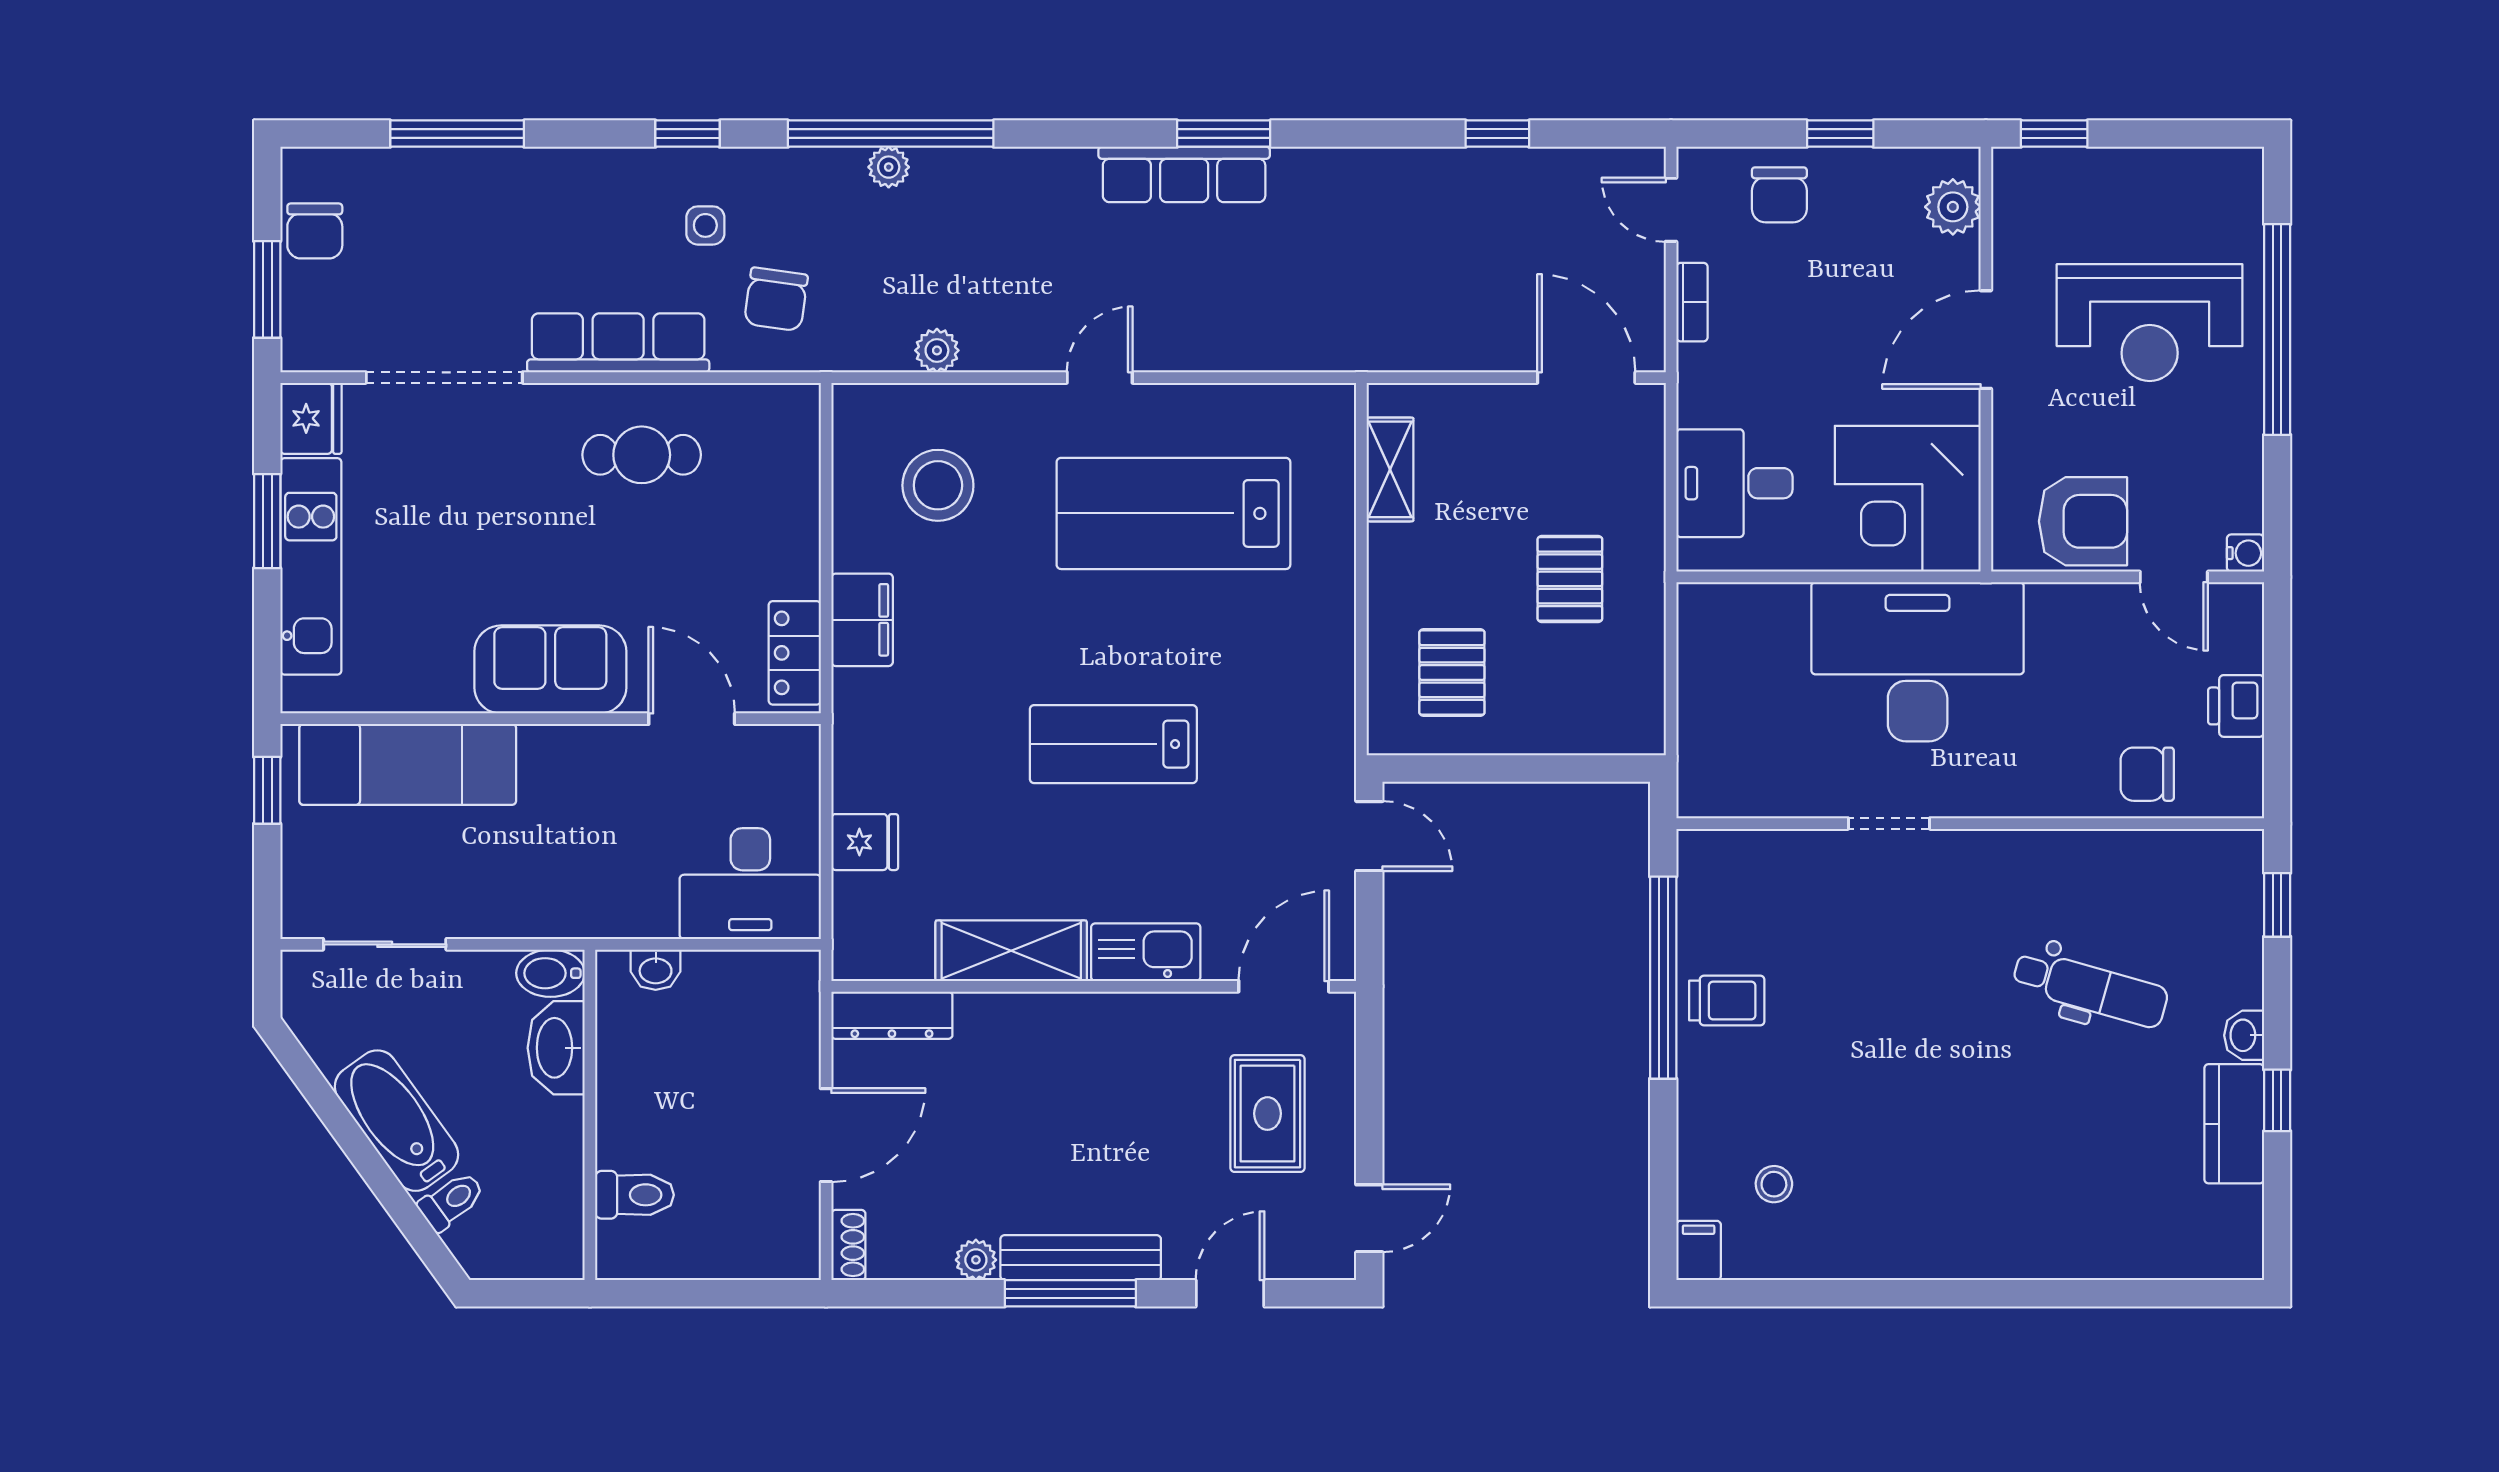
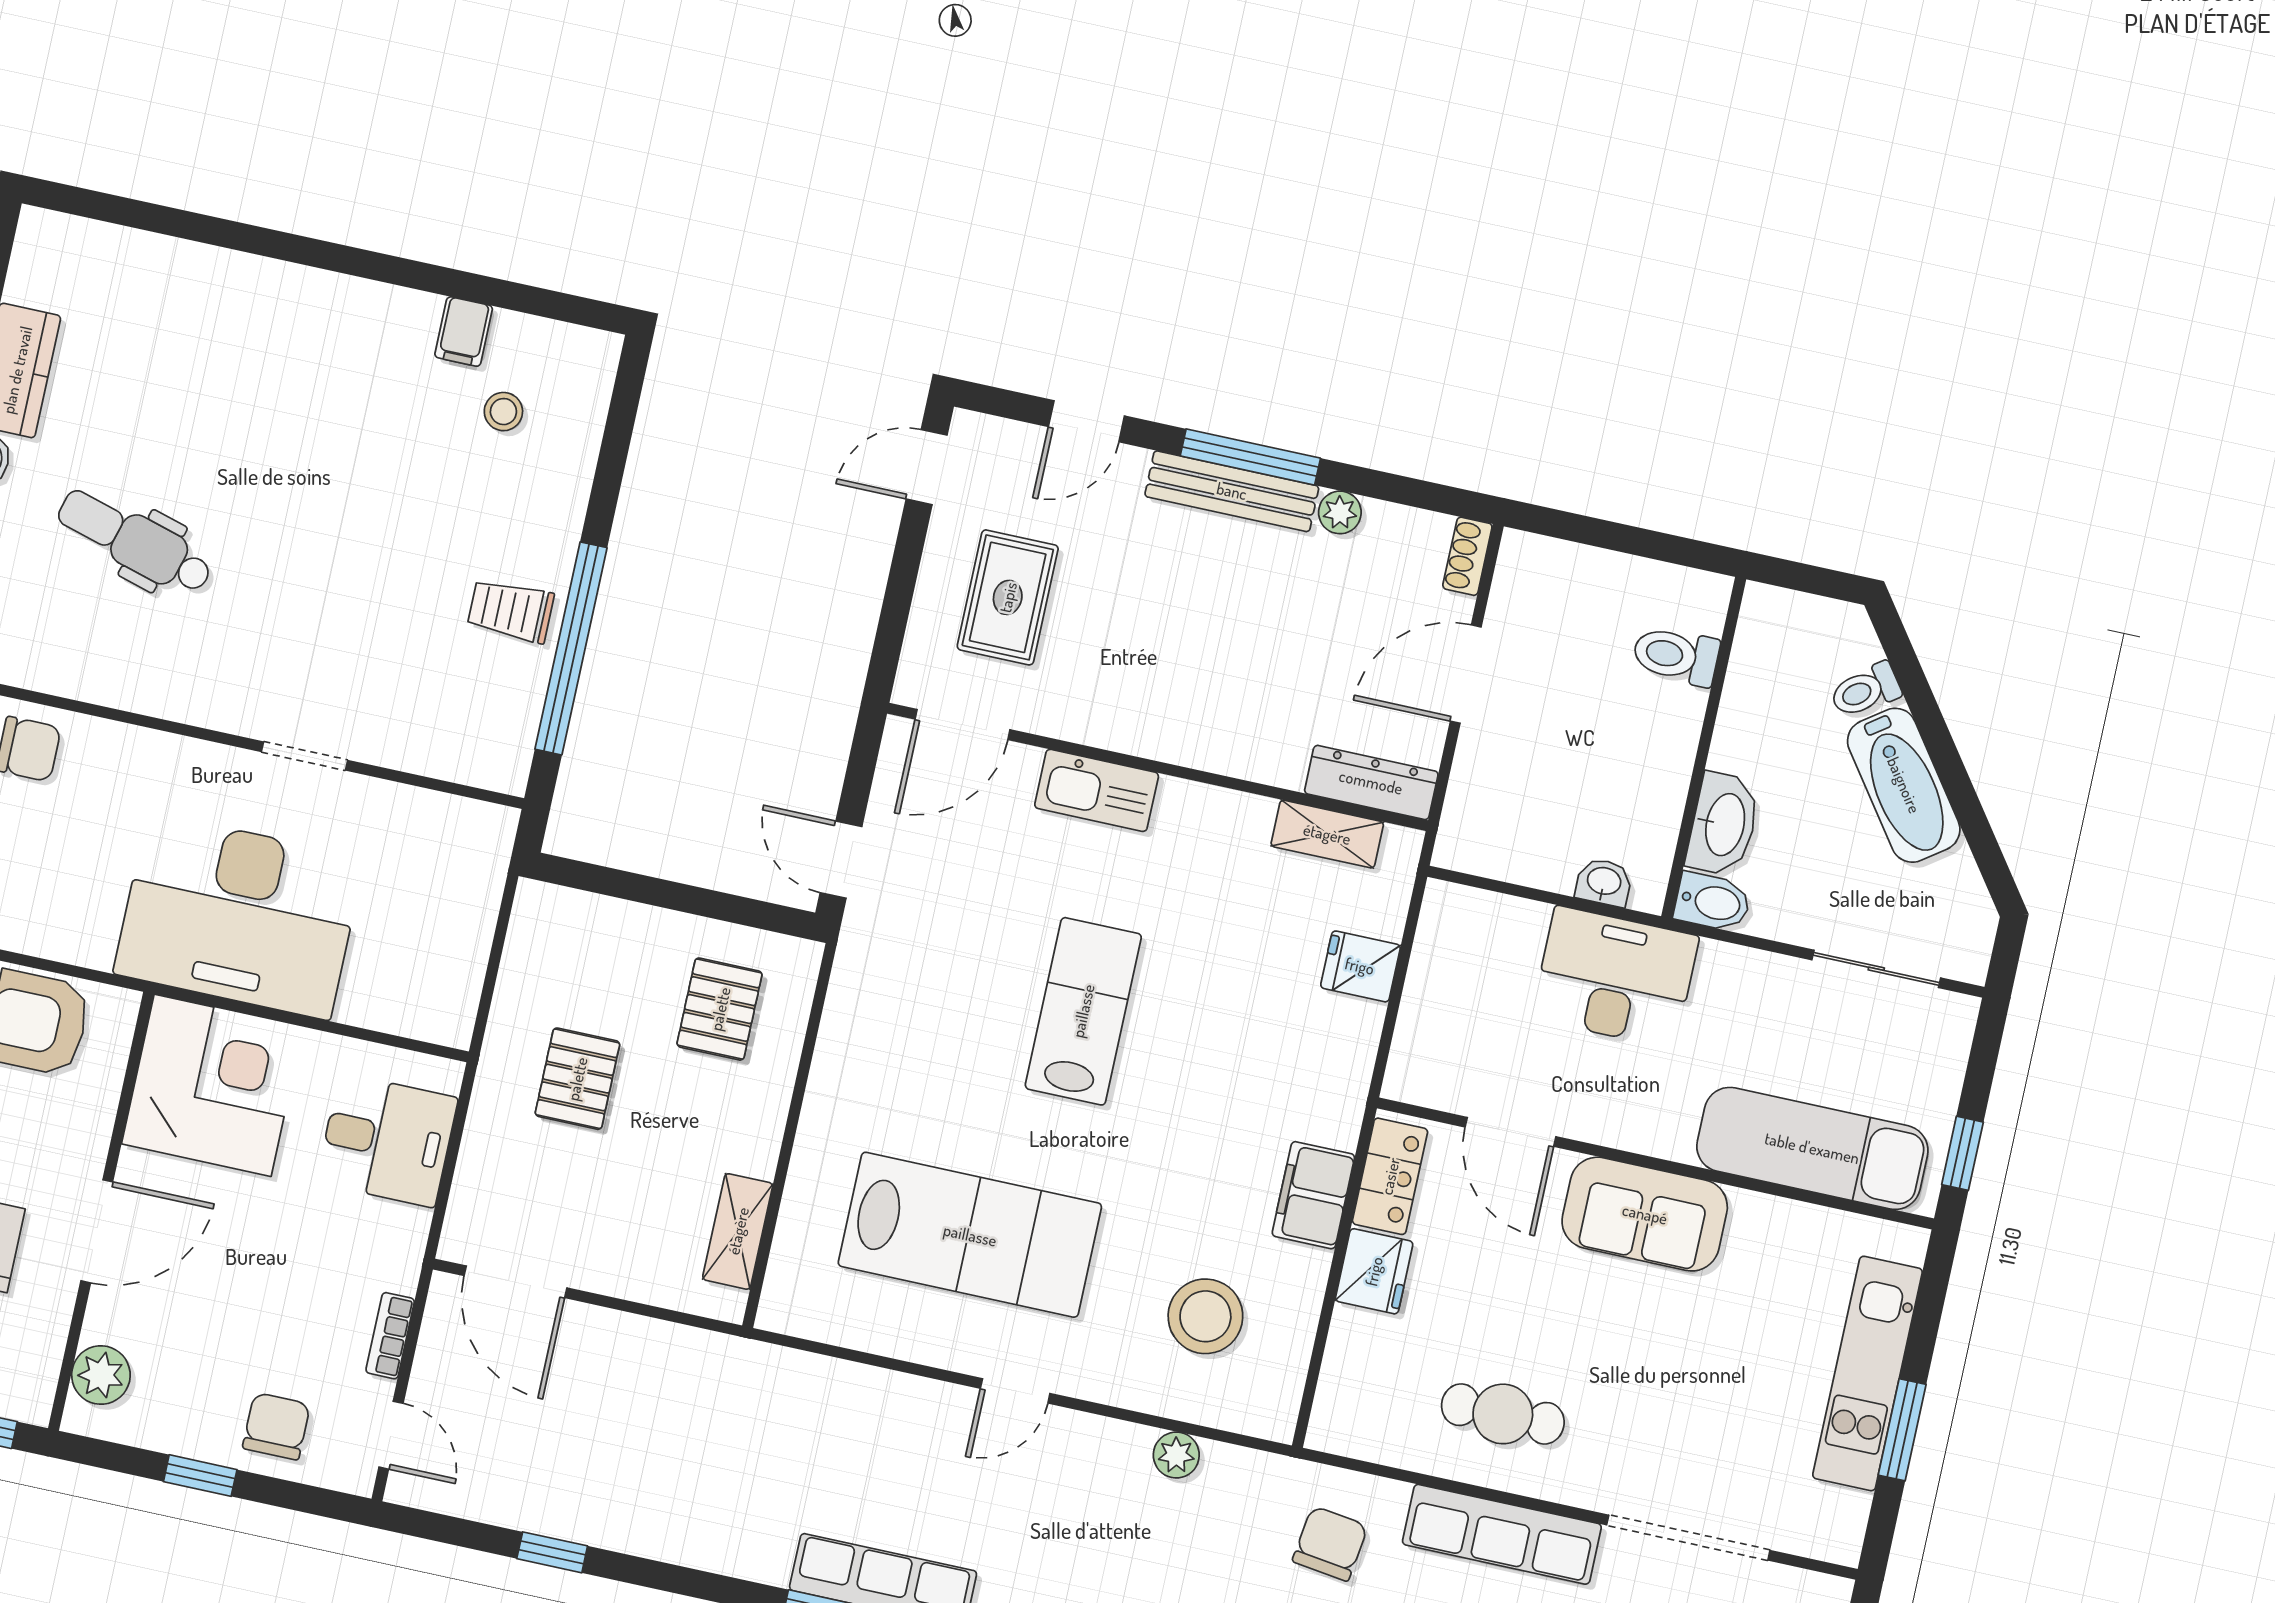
fridge: (311, 418) -> (1374, 1271), moved, turned 180
lab bench: (1113, 744) -> (1083, 1011), turned -90
desk: (750, 884) -> (1615, 977), moved
shelving: (1011, 951) -> (1327, 834), moved, width x0.67, depth x0.75
filing cabinet: (1699, 1250) -> (464, 332), moved

